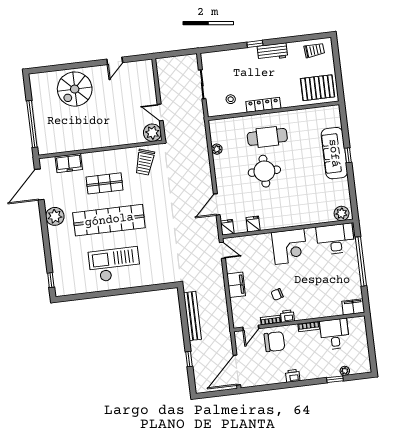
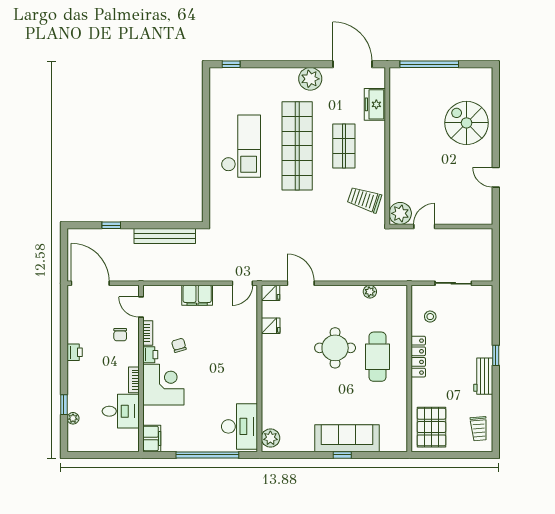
corner desk: (289, 247) -> (163, 385), moved, turned 180
chair: (274, 342) -> (120, 335), width x0.54, depth x0.54

